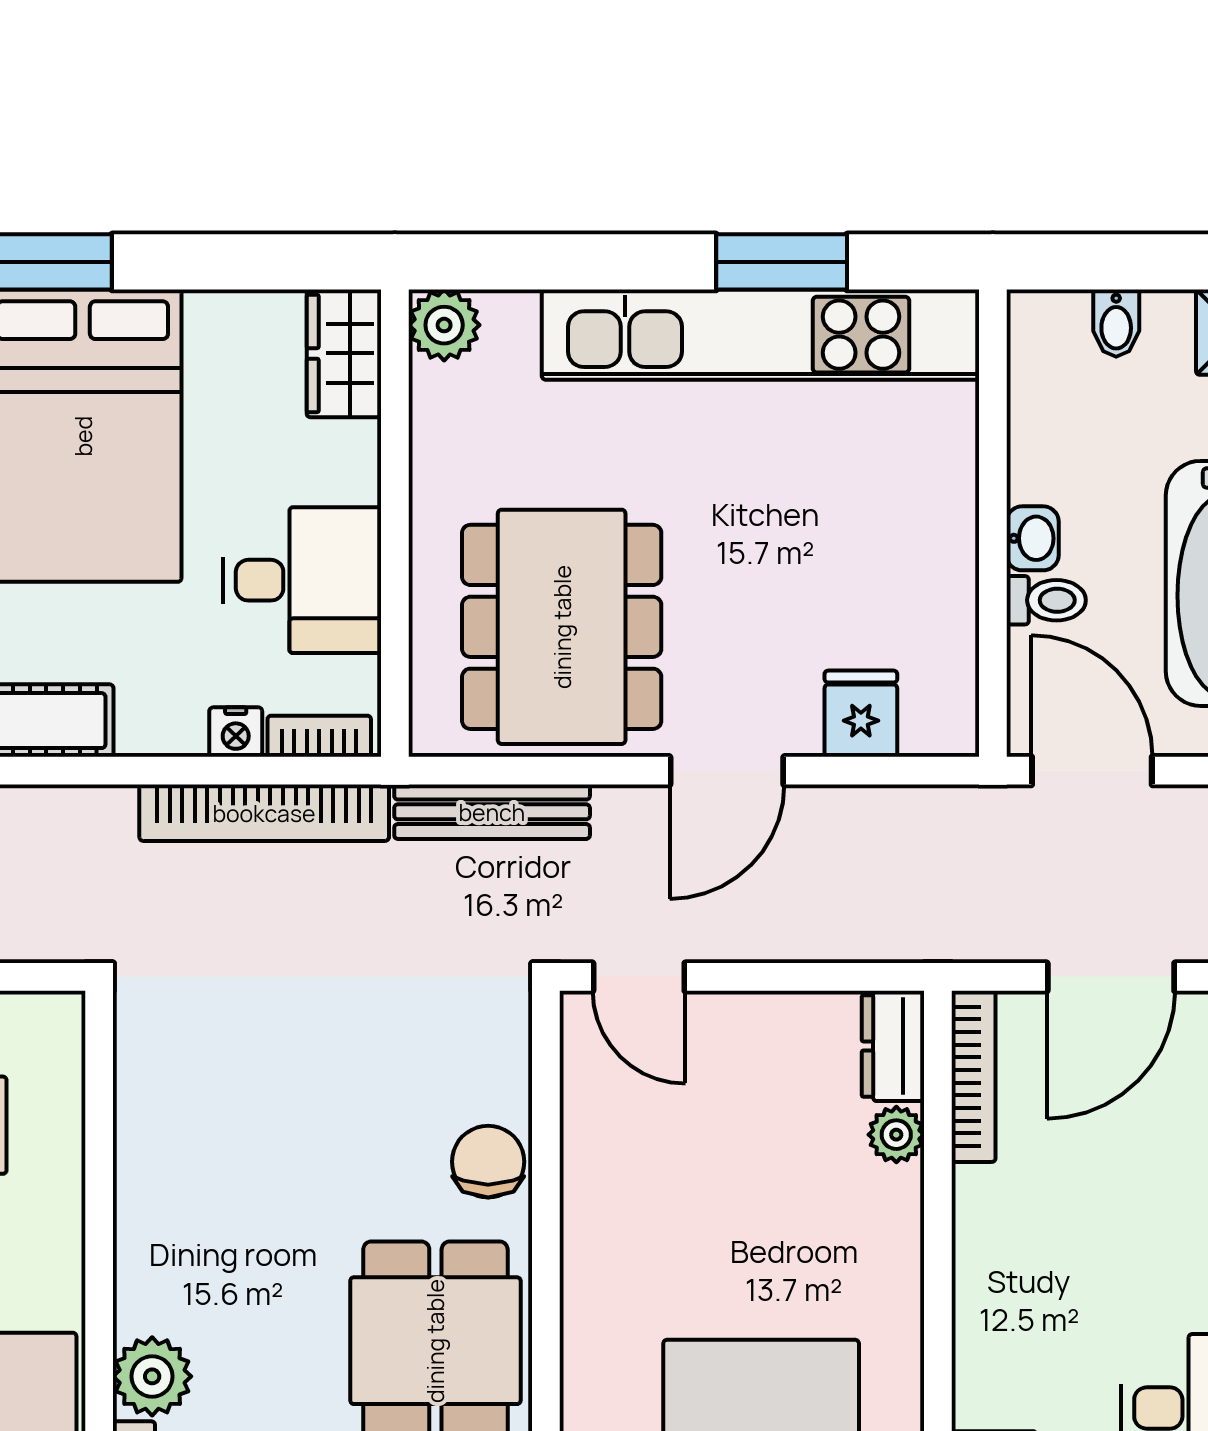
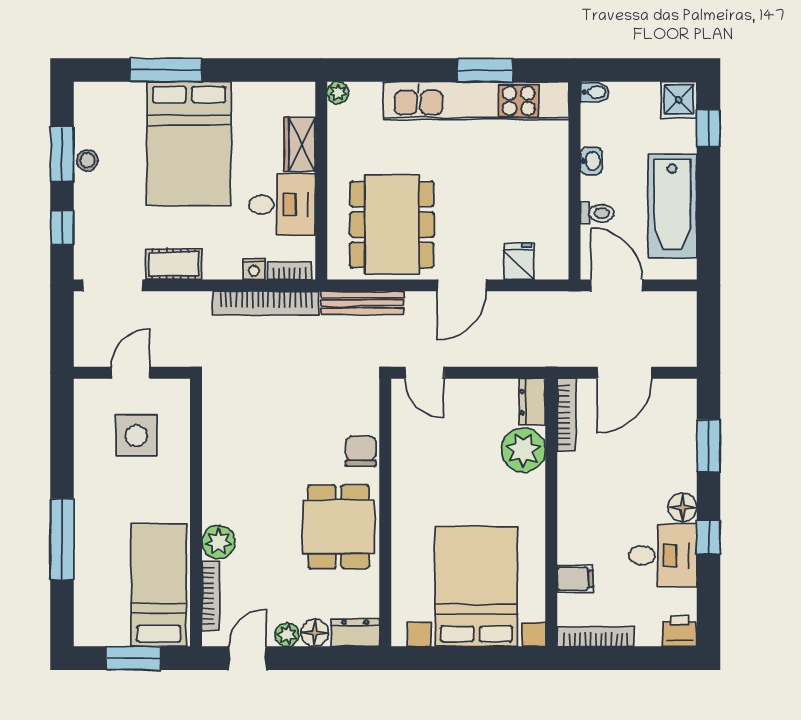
bidet: (1116, 323) -> (595, 92), moved, turned -90
plant: (444, 325) -> (338, 93), width x0.73, depth x0.73
wardrobe: (344, 353) -> (300, 144), moved
washbasin: (1033, 538) -> (591, 161), moved
plant: (896, 1135) -> (523, 450), width x1.87, depth x1.87

